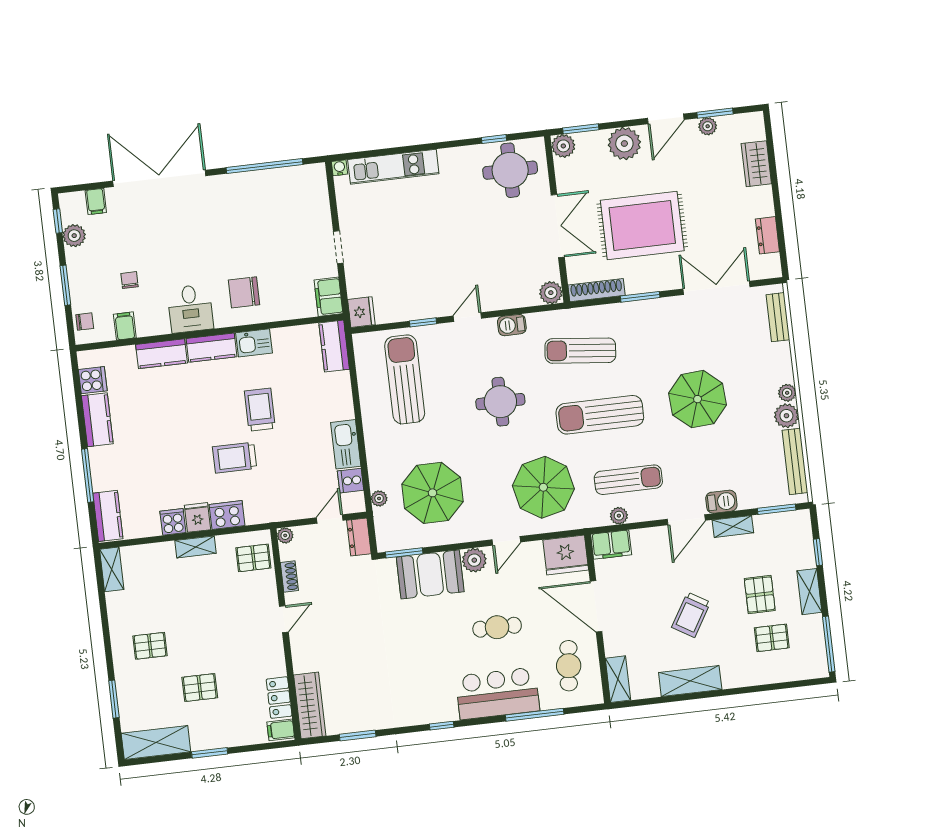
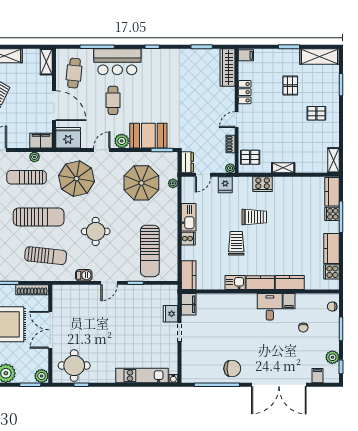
chair: (244, 292) -> (232, 369), moved
plant: (551, 293) -> (59, 291), removed
fridge: (361, 312) -> (170, 314), moved
filing cabinet: (125, 326) -> (289, 301), moved
trolley: (260, 410) -> (236, 243), turned 180
cooker: (351, 481) -> (188, 239), moved
fridge: (197, 517) -> (225, 185), moved
cooker: (173, 522) -> (332, 214), moved, turned 90
cafe table: (497, 627) -> (113, 100), turned 90
pallet: (200, 688) -> (290, 86), turned 90
locker: (279, 698) -> (245, 92), moved

